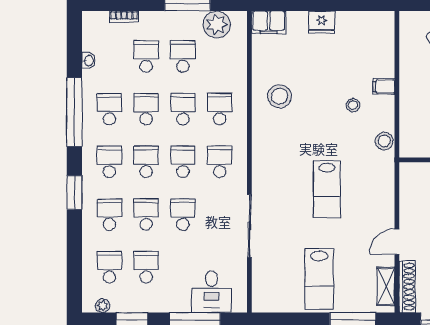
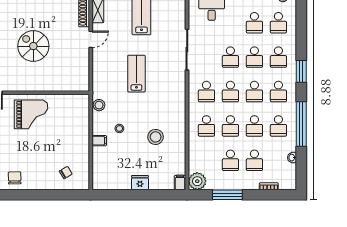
filing cabinet: (269, 22) -> (180, 183), width x0.50
plant: (217, 24) -> (197, 181), moved
stool: (280, 96) -> (156, 137), moved

